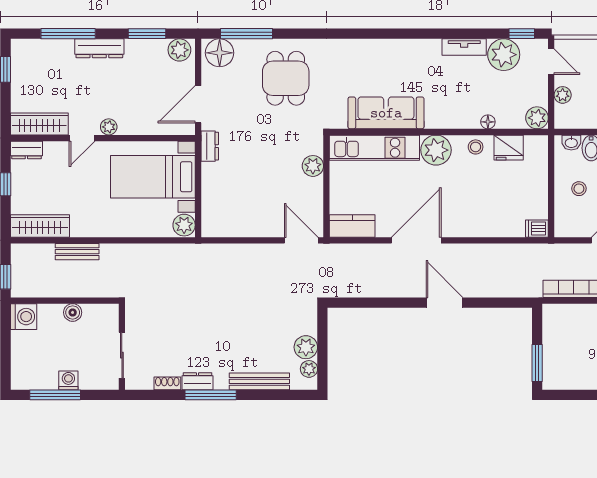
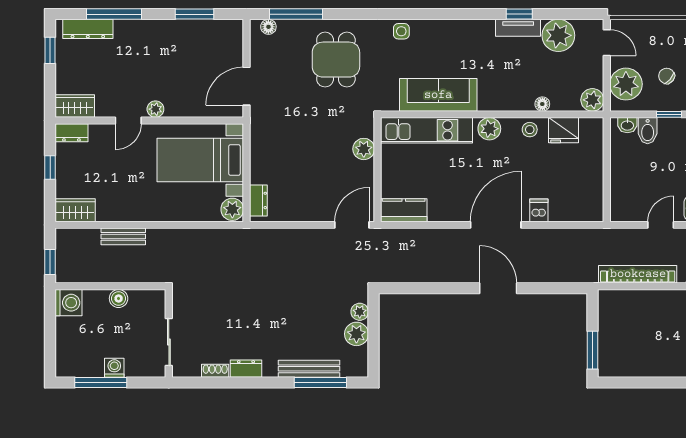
window: (522, 34) -> (519, 14), moved
dresser: (99, 48) -> (88, 29), moved
plant: (179, 50) -> (228, 31), removed
side table: (350, 51) -> (401, 31), added
floor lamp: (220, 53) -> (268, 27), width x0.53, depth x0.53
plant: (563, 95) -> (626, 84), width x1.88, depth x1.88
wardrobe: (39, 124) -> (75, 106), width x0.67
dresser: (210, 146) -> (258, 200), moved
plant: (436, 150) -> (489, 129), width x0.73, depth x0.73
stool: (579, 189) -> (635, 172), removed
wardrobe: (40, 226) -> (75, 210), width x0.67
dishwasher: (537, 229) -> (539, 210), moved, turned 90
door: (301, 240) -> (352, 225), hinge flipped
door: (416, 240) -> (496, 225), moved
plant: (309, 369) -> (360, 312), moved
window: (211, 395) -> (320, 382), moved

